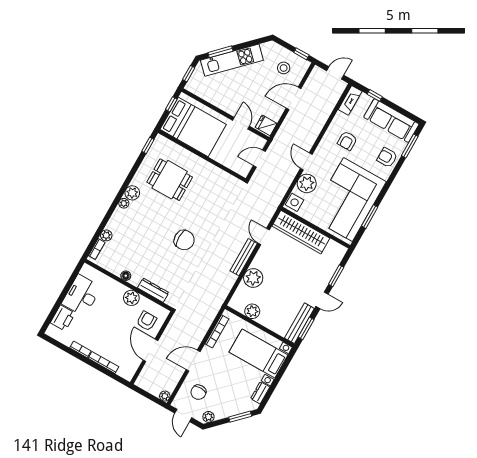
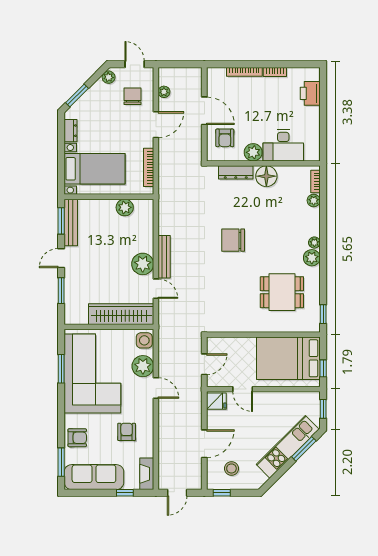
floor lamp: (126, 276) -> (266, 176), width x1.89, depth x1.89
plant: (253, 278) -> (143, 264), moved
desk: (82, 295) -> (283, 145), moved, turned 90
plant: (165, 396) -> (164, 92), moved

